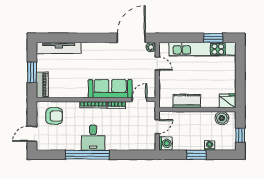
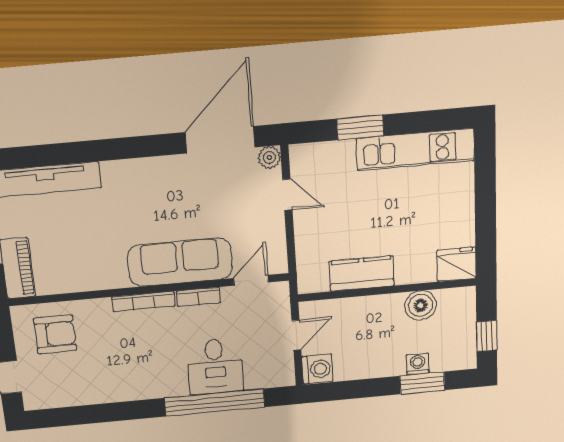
window: (213, 38) -> (360, 127), moved
kitchen unit: (202, 49) -> (416, 149), width x0.73
boiler: (222, 118) -> (421, 305), moved
desk: (93, 138) -> (215, 366), moved
window: (87, 155) -> (215, 402), moved
window: (196, 155) -> (422, 383), moved

